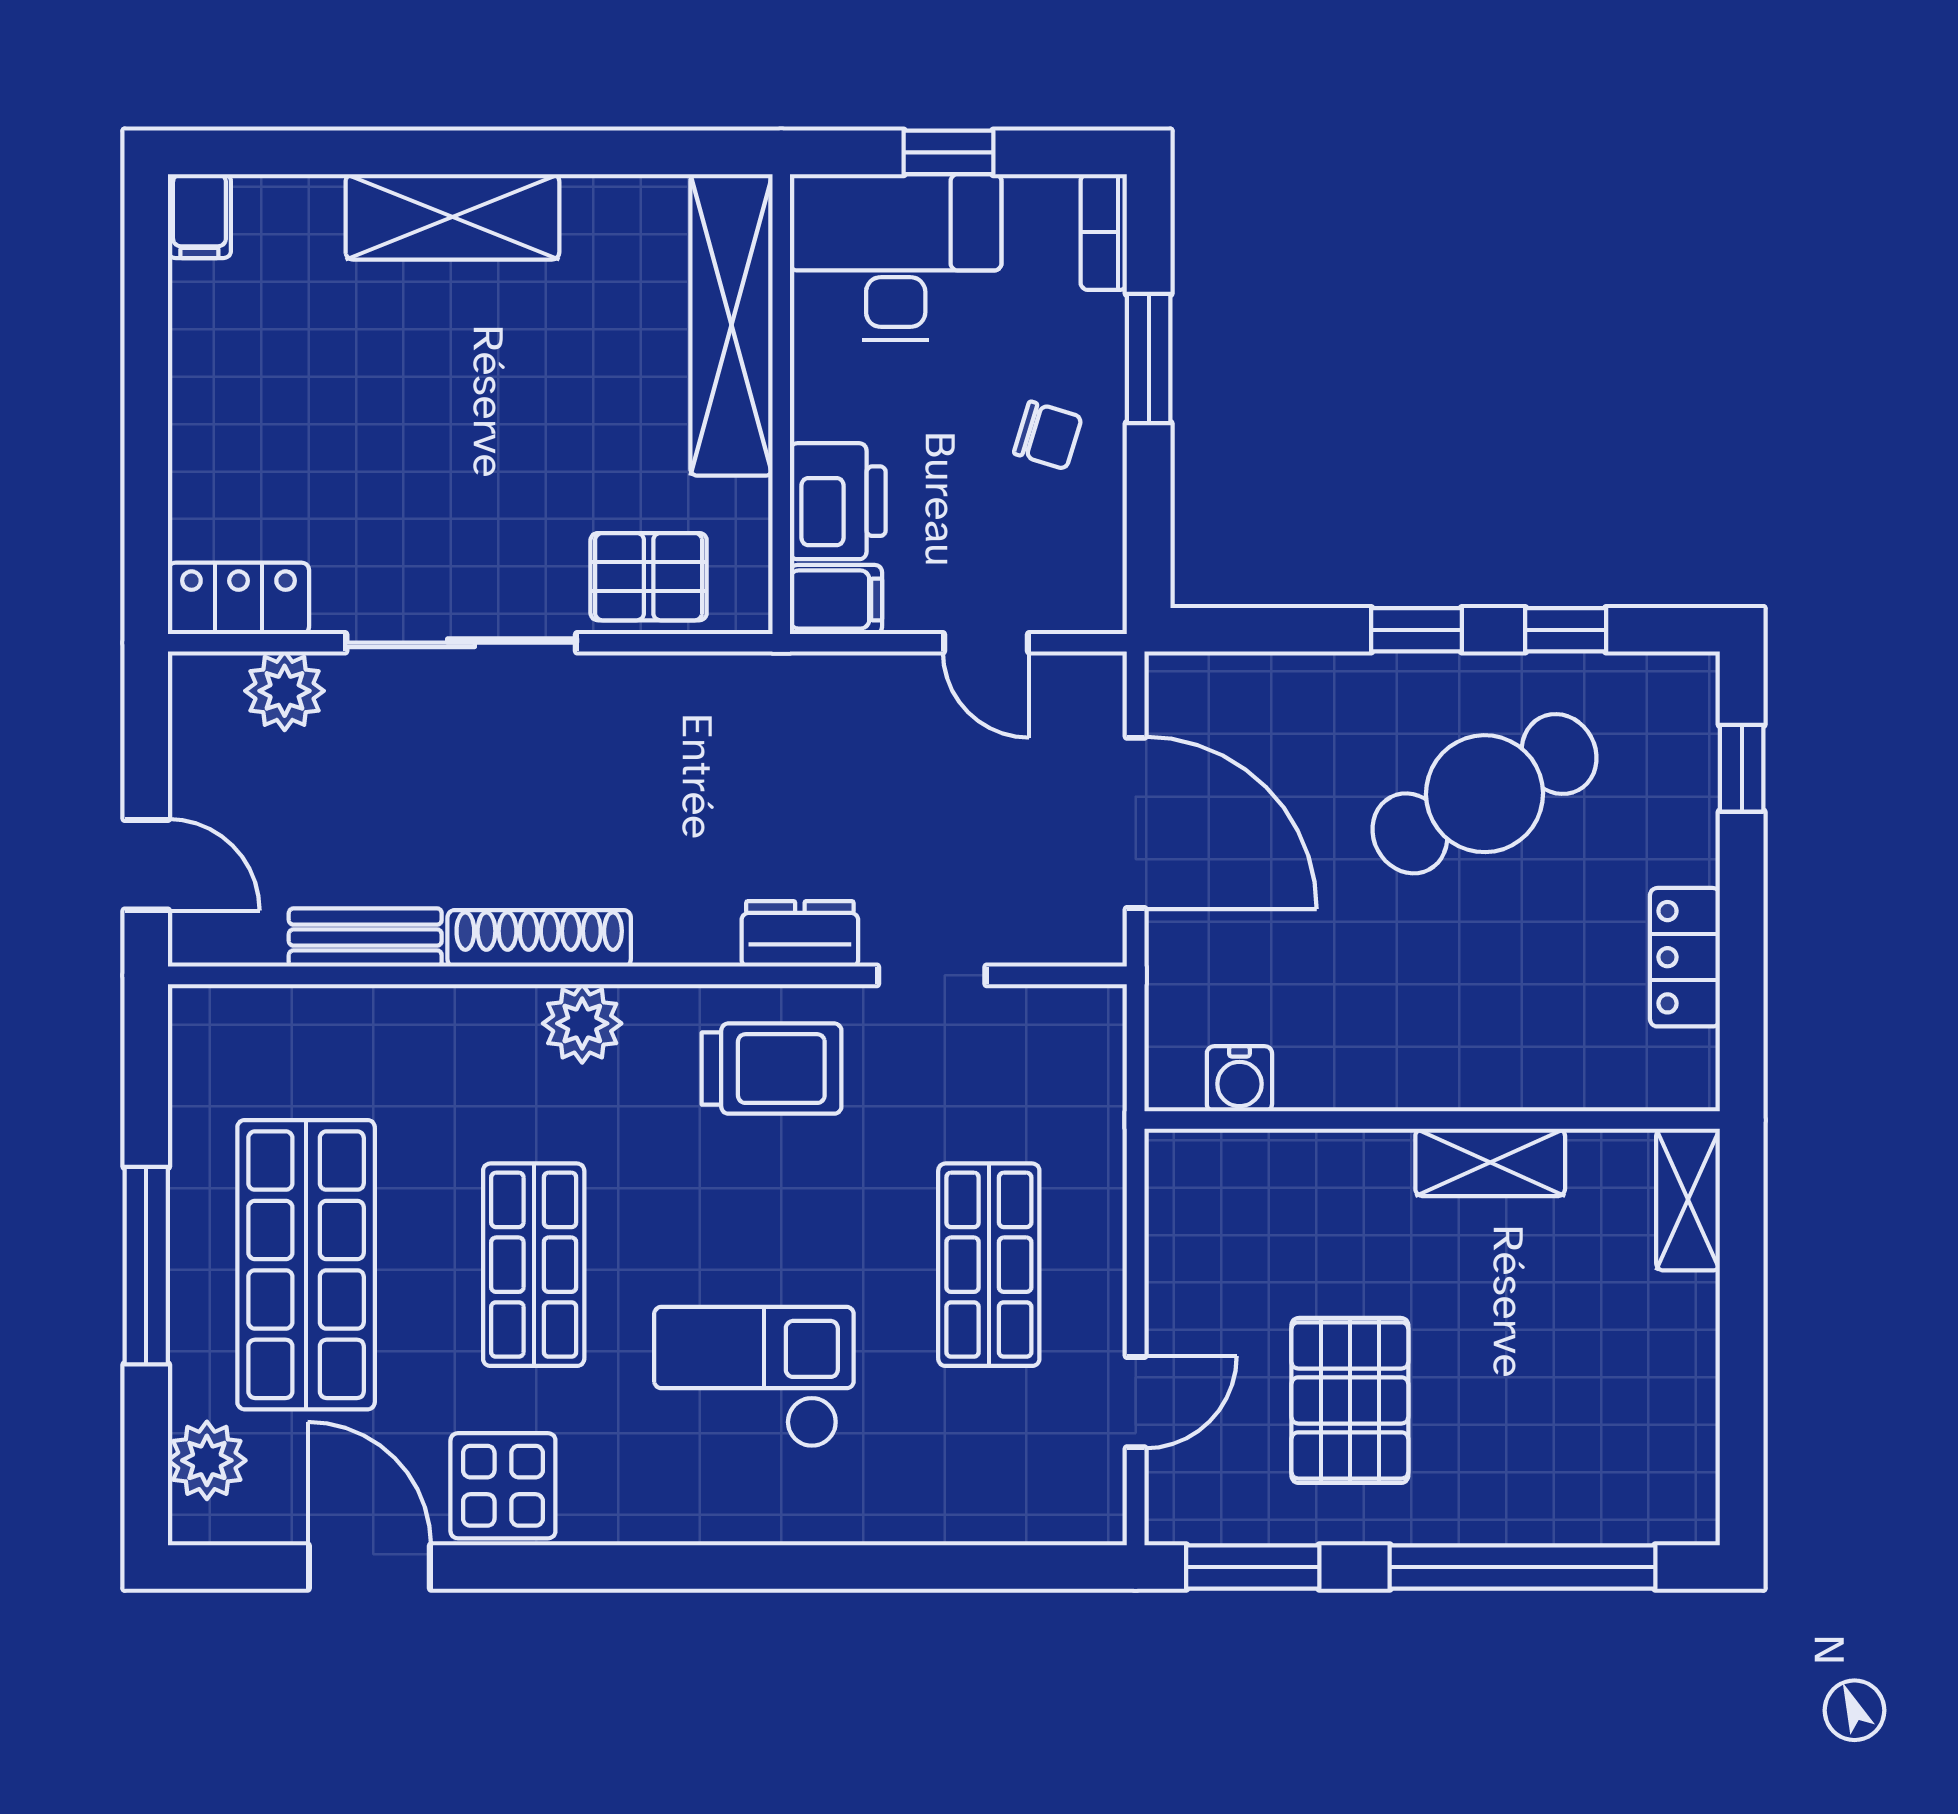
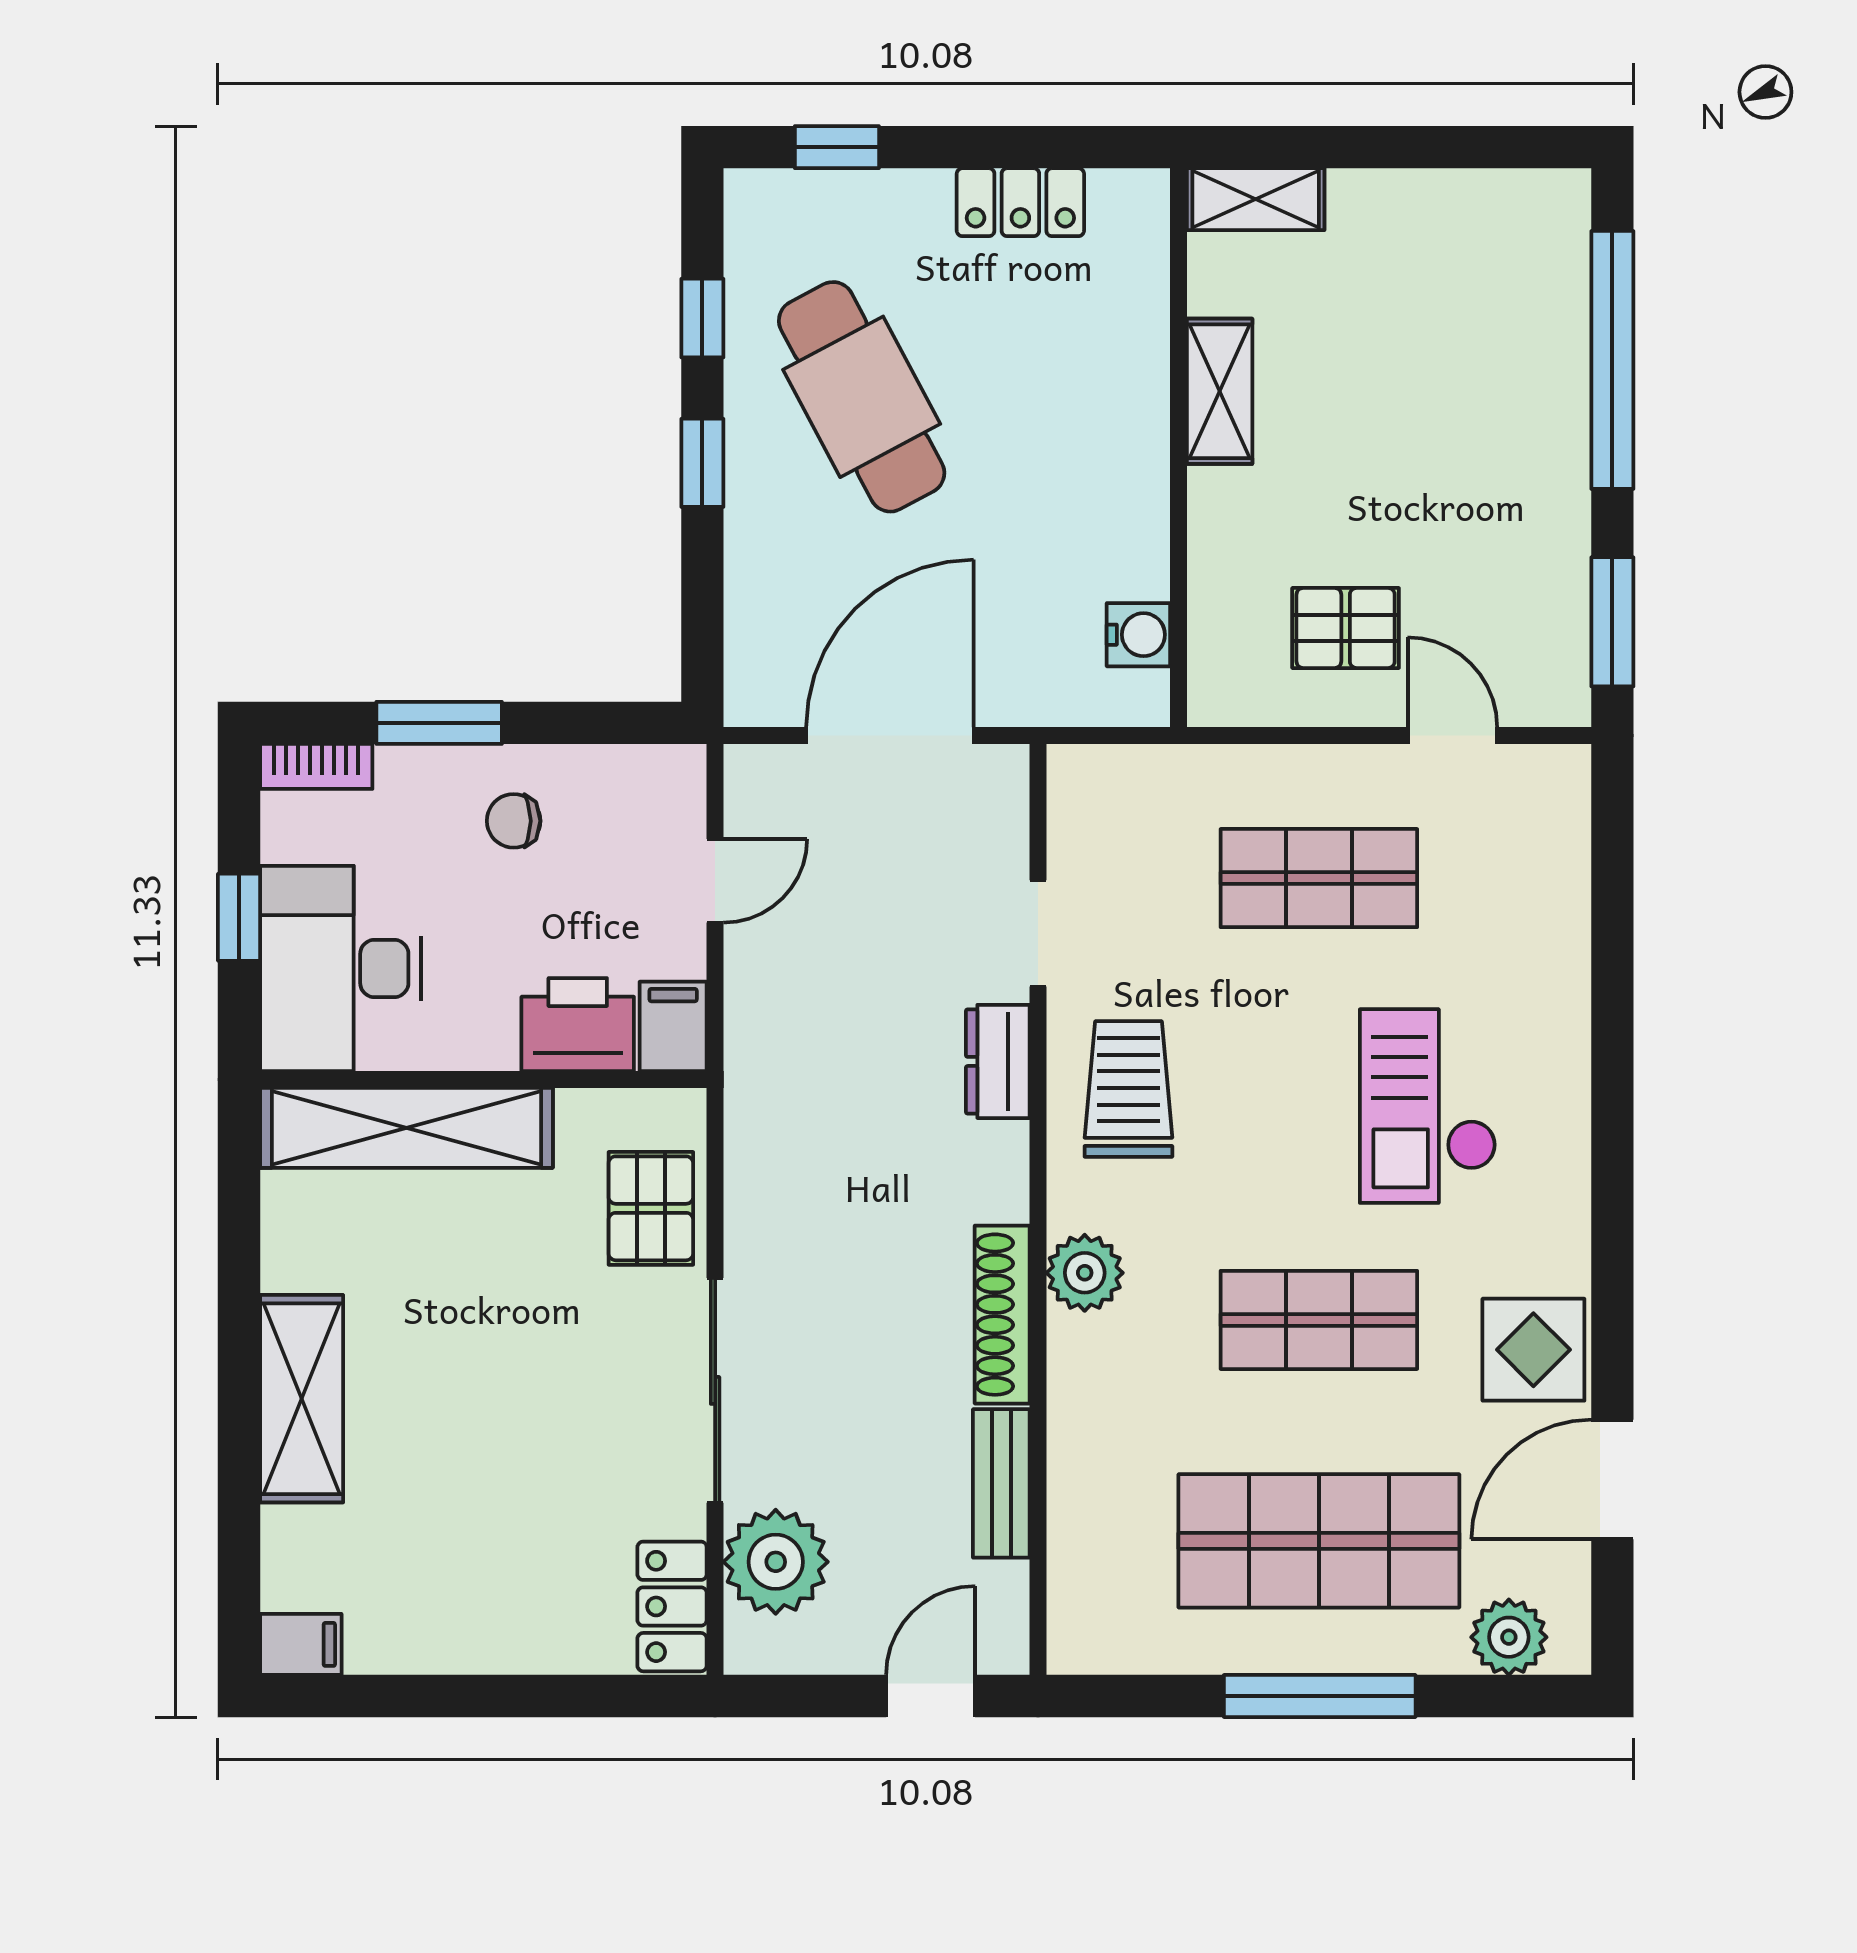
chair: (1048, 435) -> (514, 821), turned -107
plant: (285, 691) -> (776, 1562), width x1.36, depth x1.36
pallet: (1350, 1400) -> (1346, 628), moved, width x0.67, depth x0.71

